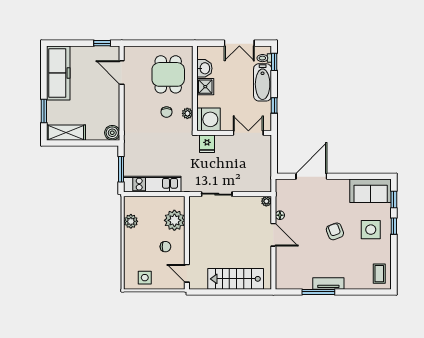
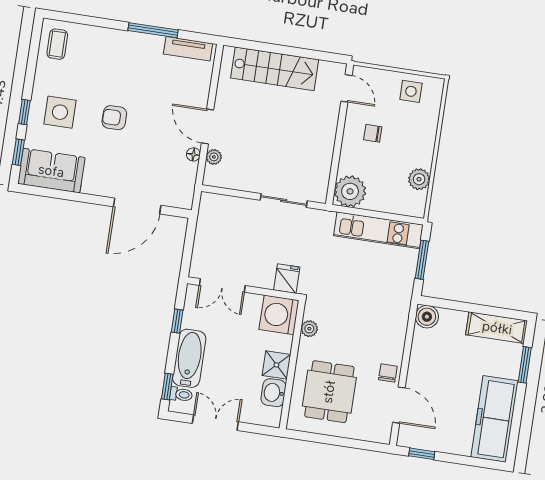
chair: (167, 112) -> (388, 373), moved
plant: (266, 201) -> (214, 157), moved
plant: (174, 220) -> (350, 191), moved
armchair: (335, 231) -> (114, 118), turned 110
tv unit: (328, 283) -> (188, 49), moved

